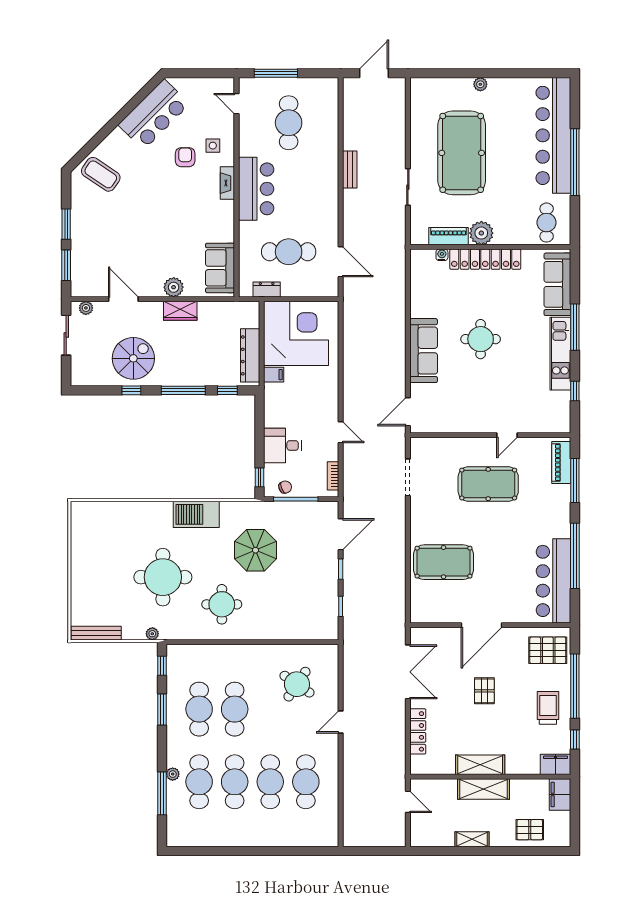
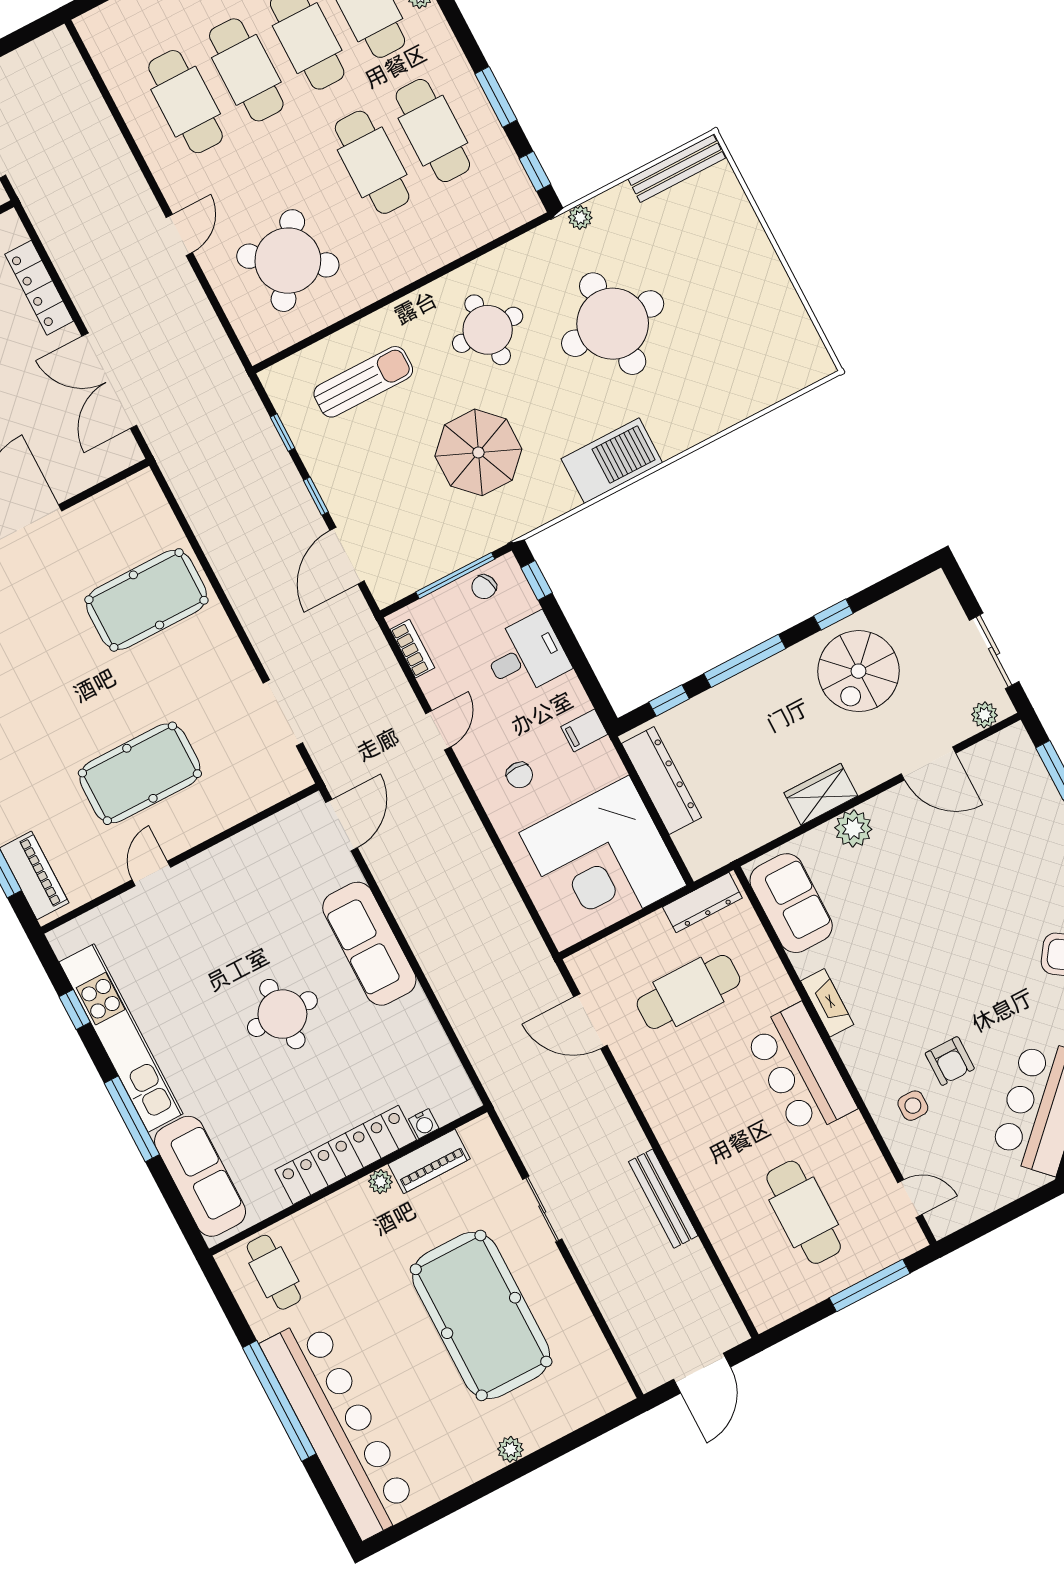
bench: (350, 170) -> (663, 1199), width x1.36
fireplace: (227, 183) -> (827, 1003), moved
plant: (481, 233) -> (380, 1182), width x0.53, depth x0.53
dresser: (267, 289) -> (702, 903), width x1.44
kitchen unit: (560, 354) -> (121, 1038), width x1.36
filing cabinet: (274, 375) -> (584, 730), moved
chair: (314, 392) -> (519, 775), added
door: (341, 432) -> (438, 730), swing flipped
sun lounger: (291, 610) -> (363, 382), added
round table: (297, 684) -> (288, 261), width x1.36, depth x1.36

